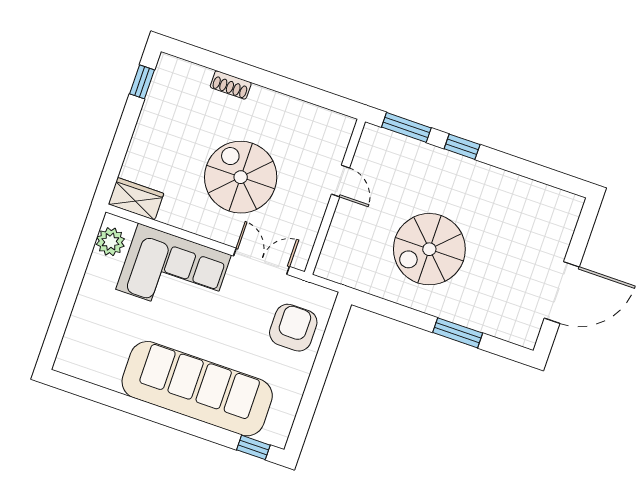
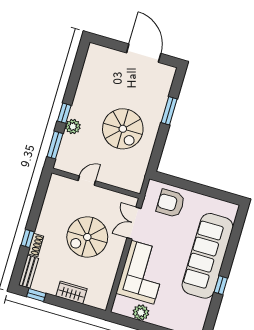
bench: (184, 70) -> (29, 272), added
window: (243, 71) -> (28, 238), added
plant: (438, 161) -> (73, 127), added
wardrobe: (136, 199) -> (72, 292), moved, turned 90
plant: (110, 242) -> (141, 313), moved
window: (253, 447) -> (221, 285), moved

